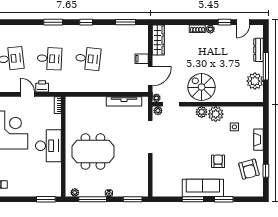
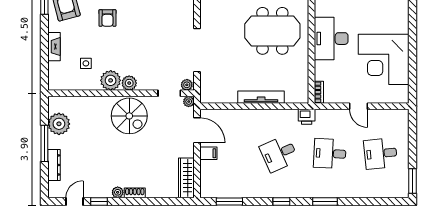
desk: (88, 59) -> (279, 154), turned -30
door: (150, 76) -> (197, 130), swing flipped
printer: (42, 86) -> (307, 117), moved
tv unit: (124, 101) -> (261, 97), moved

